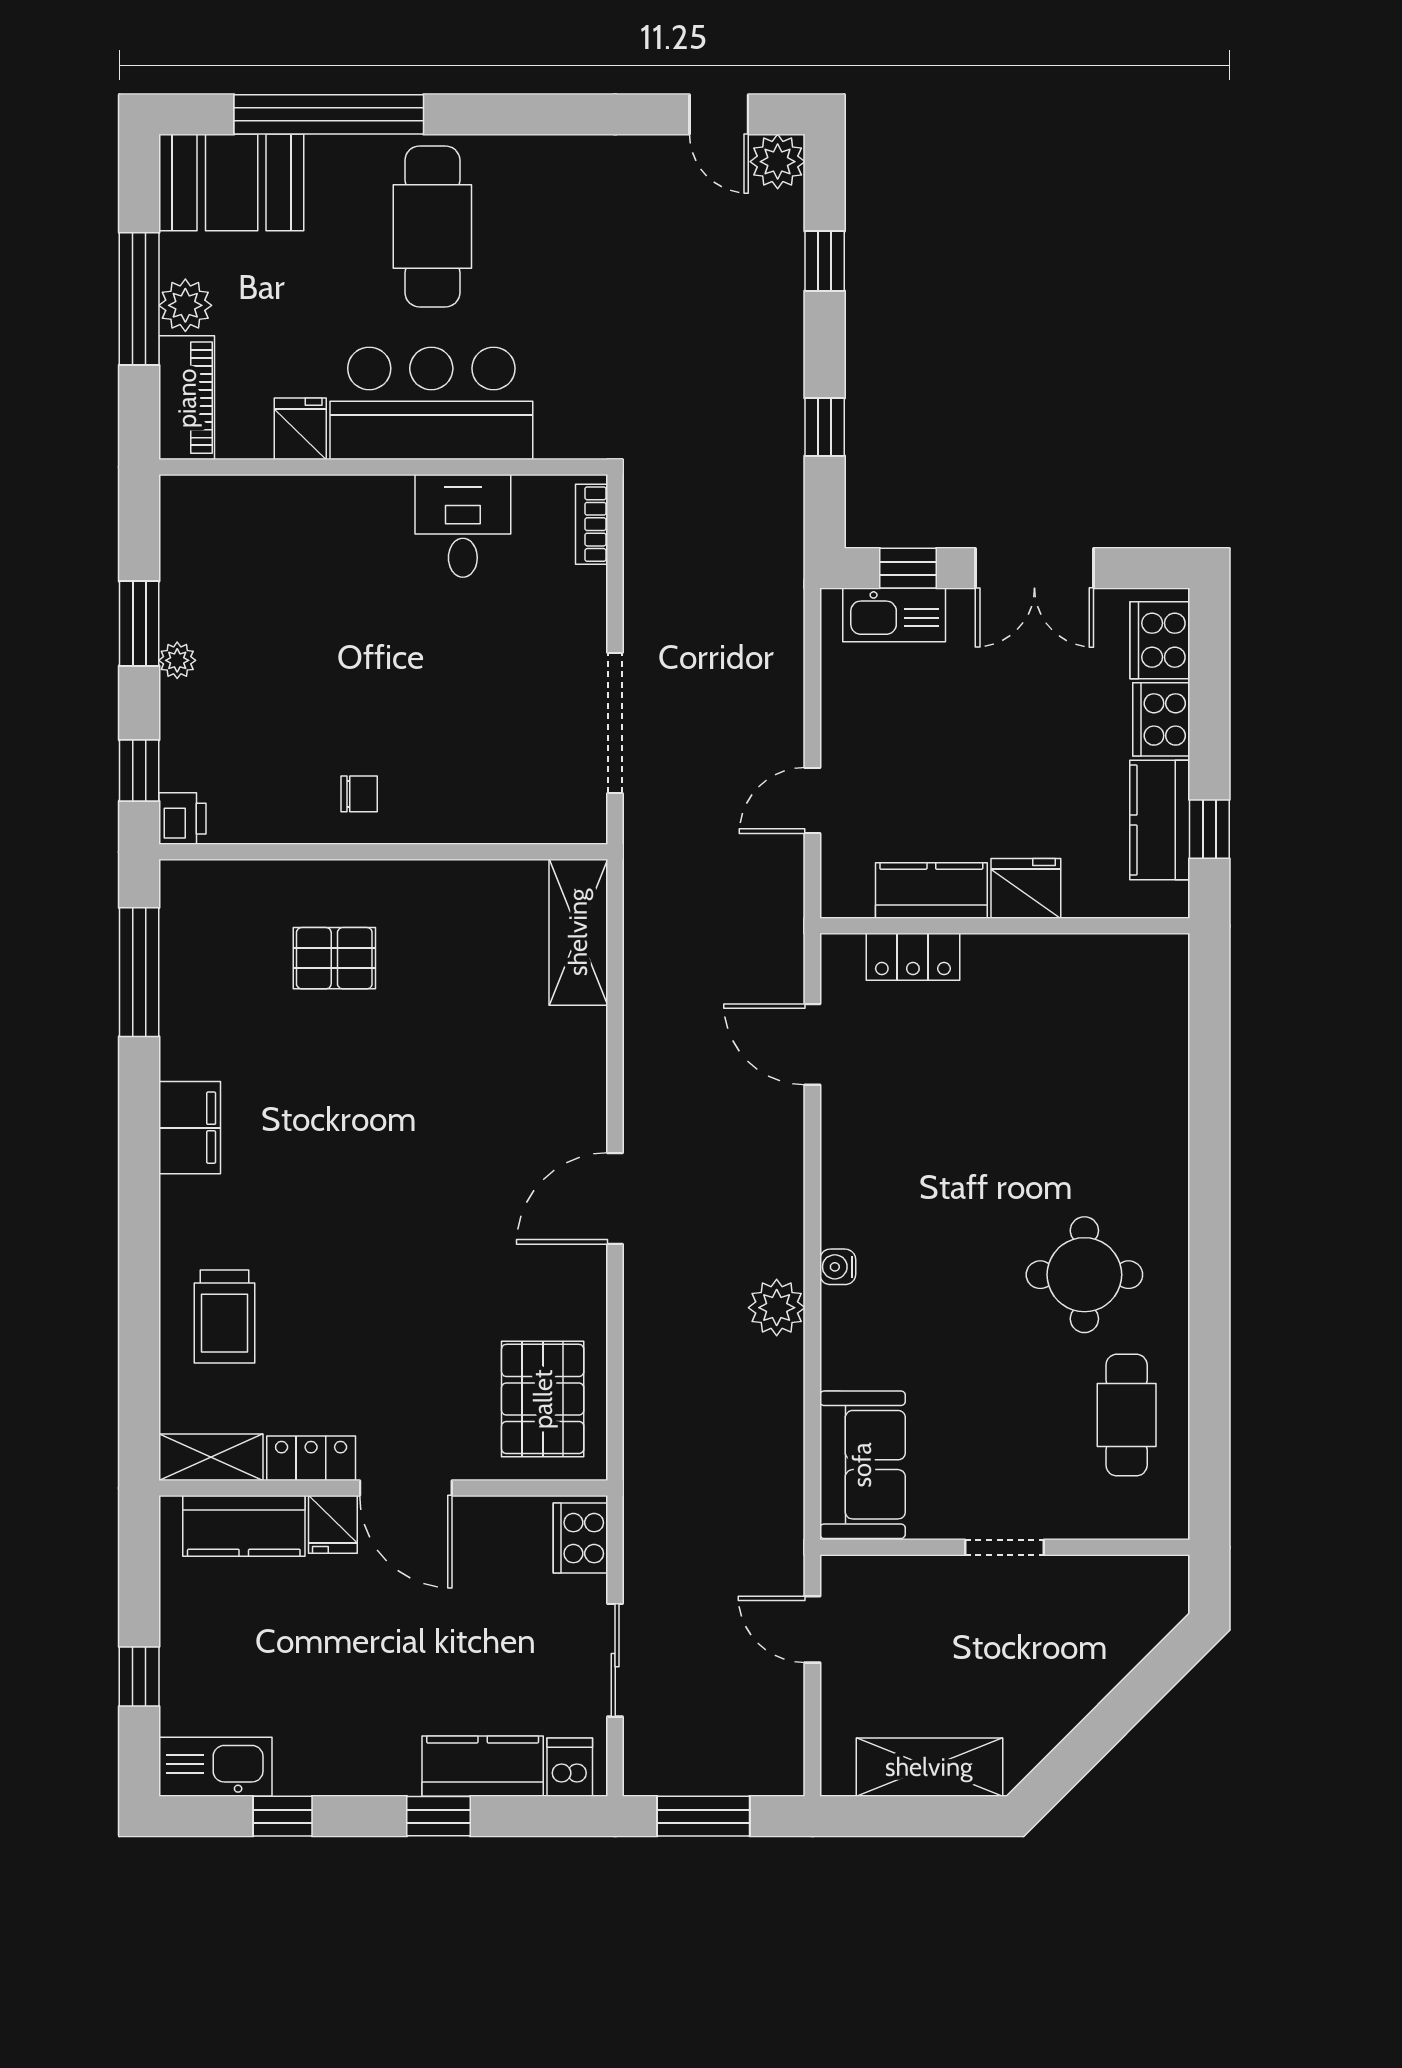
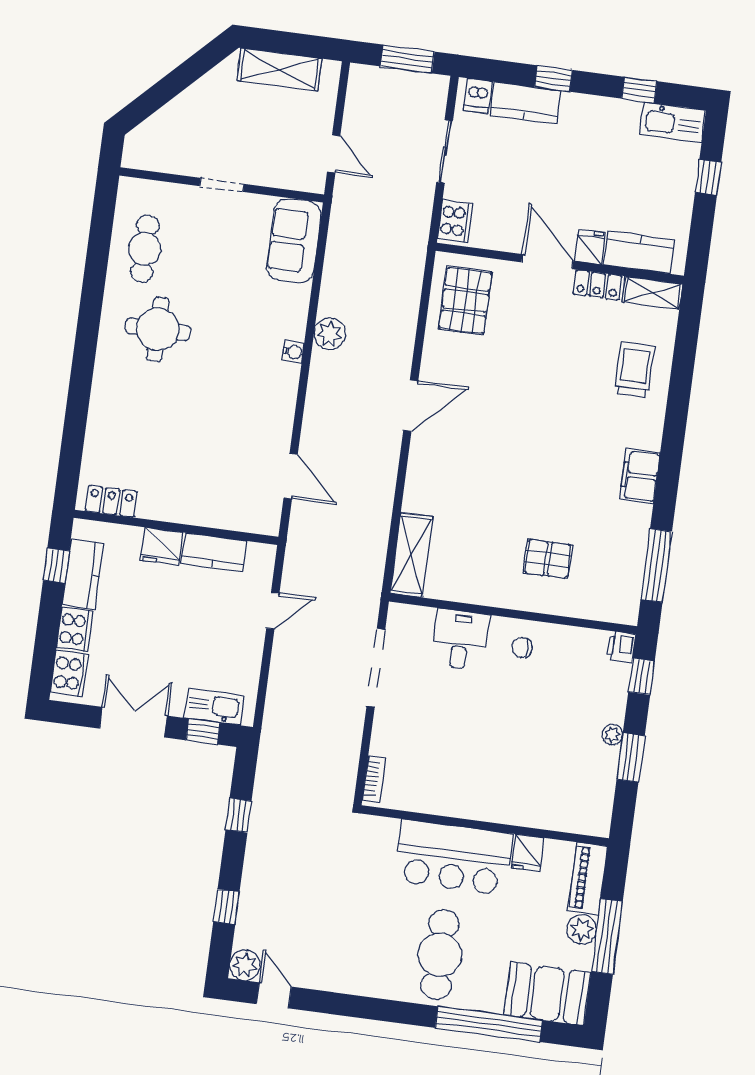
desk: (463, 526) -> (461, 640), moved, turned 180
locker: (913, 957) -> (111, 501), moved

